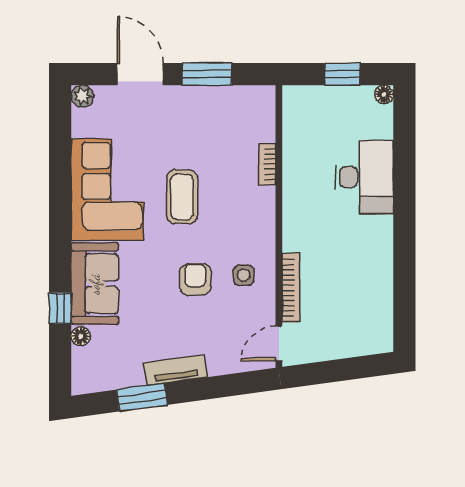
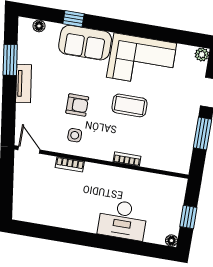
bookcase: (267, 164) -> (127, 159), moved
bookcase: (291, 288) -> (70, 164), width x0.64
floor lamp: (81, 336) -> (39, 26), moved

